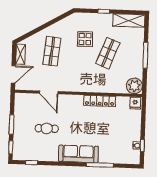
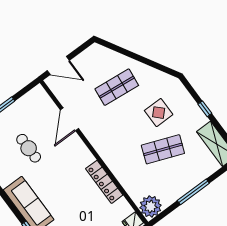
shelving: (21, 54) -> (86, 56), removed

